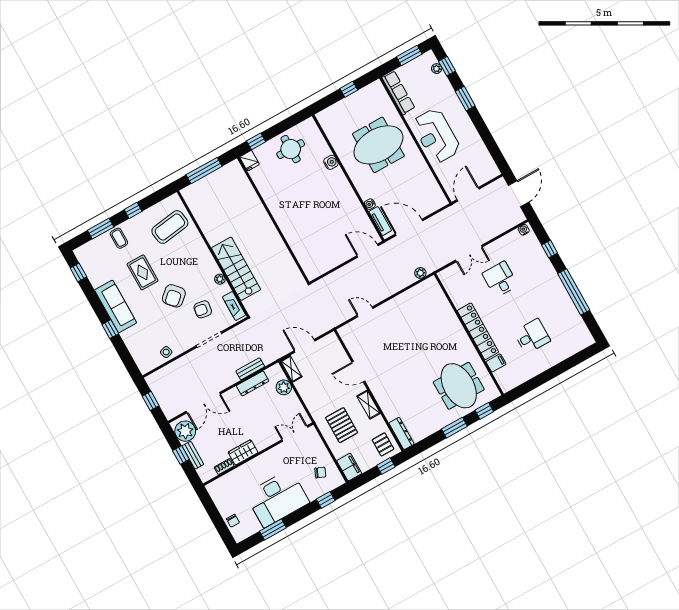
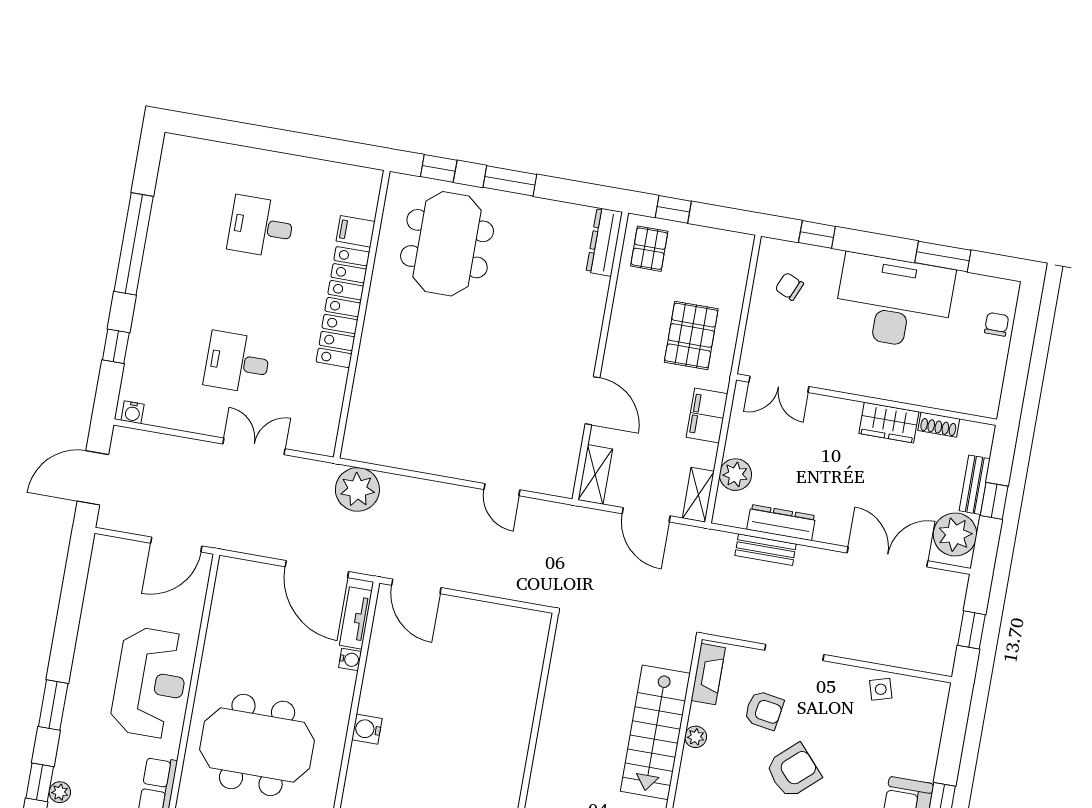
water cooler: (331, 162) -> (367, 729), moved
plant: (420, 273) -> (357, 489), width x1.88, depth x1.88
desk: (500, 279) -> (237, 363), turned 90
shelving: (368, 405) -> (595, 474), moved
filing cabinet: (349, 467) -> (707, 415), moved

